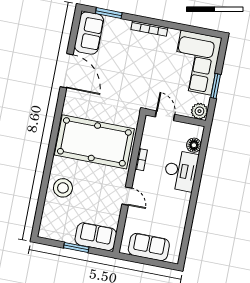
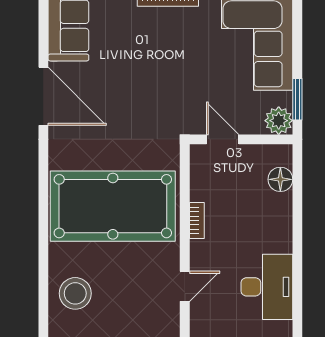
window: (216, 86) -> (297, 99), moved
desk: (181, 171) -> (267, 287), moved
door: (127, 196) -> (185, 286), hinge flipped

